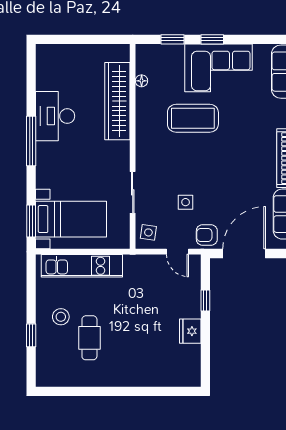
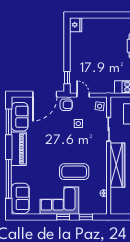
wardrobe: (117, 101) -> (117, 165), moved
window: (205, 301) -> (67, 78), moved
fridge: (190, 331) -> (76, 25), moved

